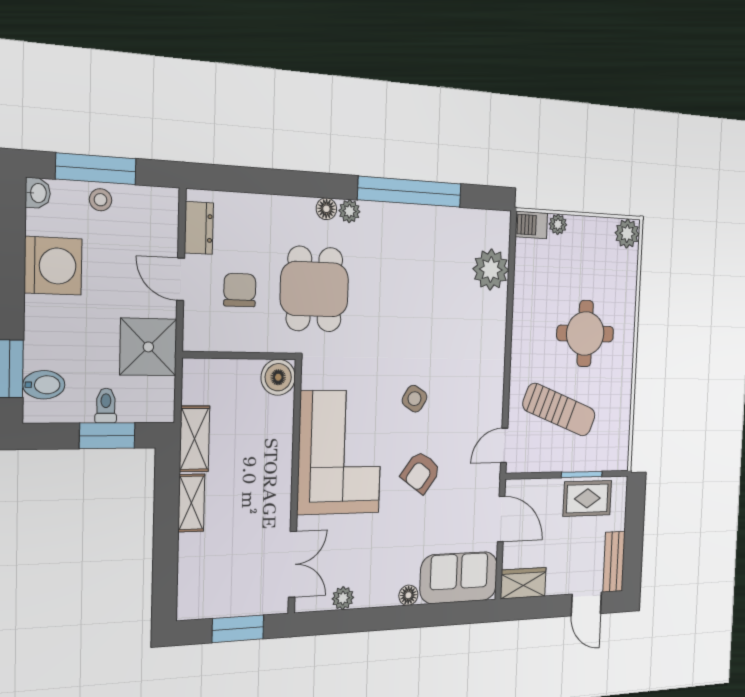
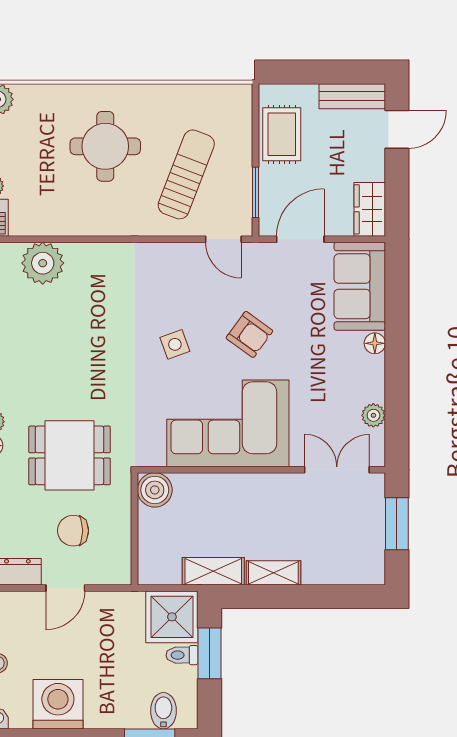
shower: (148, 347) -> (172, 617), moved
side table: (414, 399) -> (175, 344), turned 38
window: (582, 474) -> (256, 192), moved

